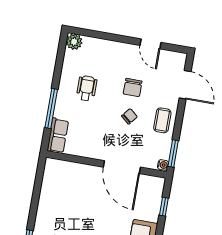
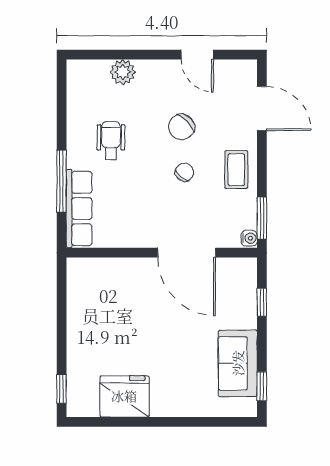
plant: (74, 42) -> (123, 72), moved
chair: (133, 88) -> (182, 127), turned 46
row of seats: (58, 136) -> (79, 209), width x1.48

